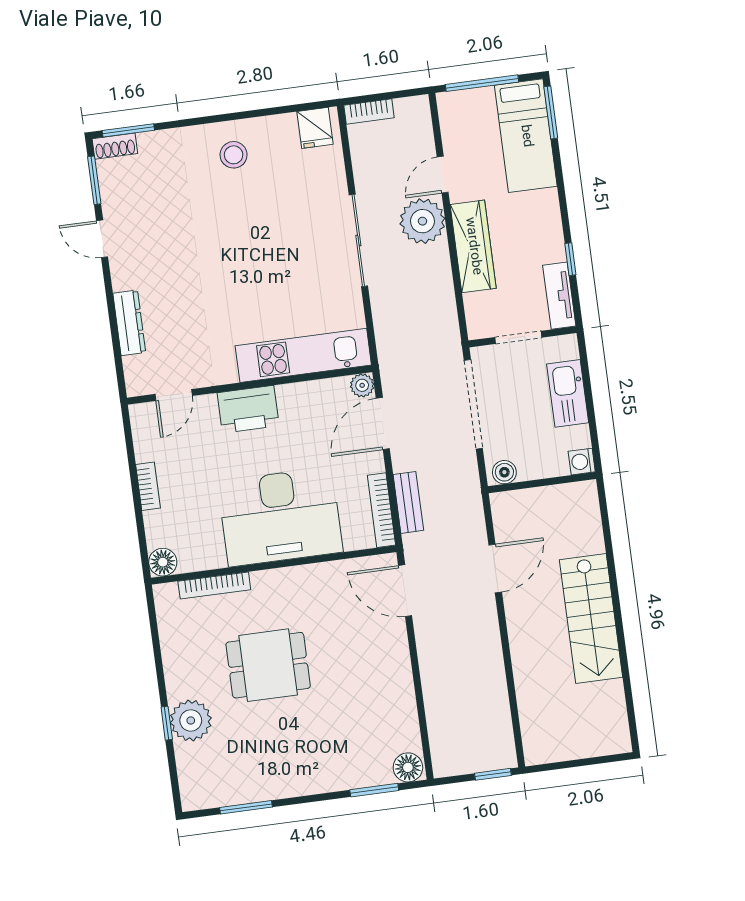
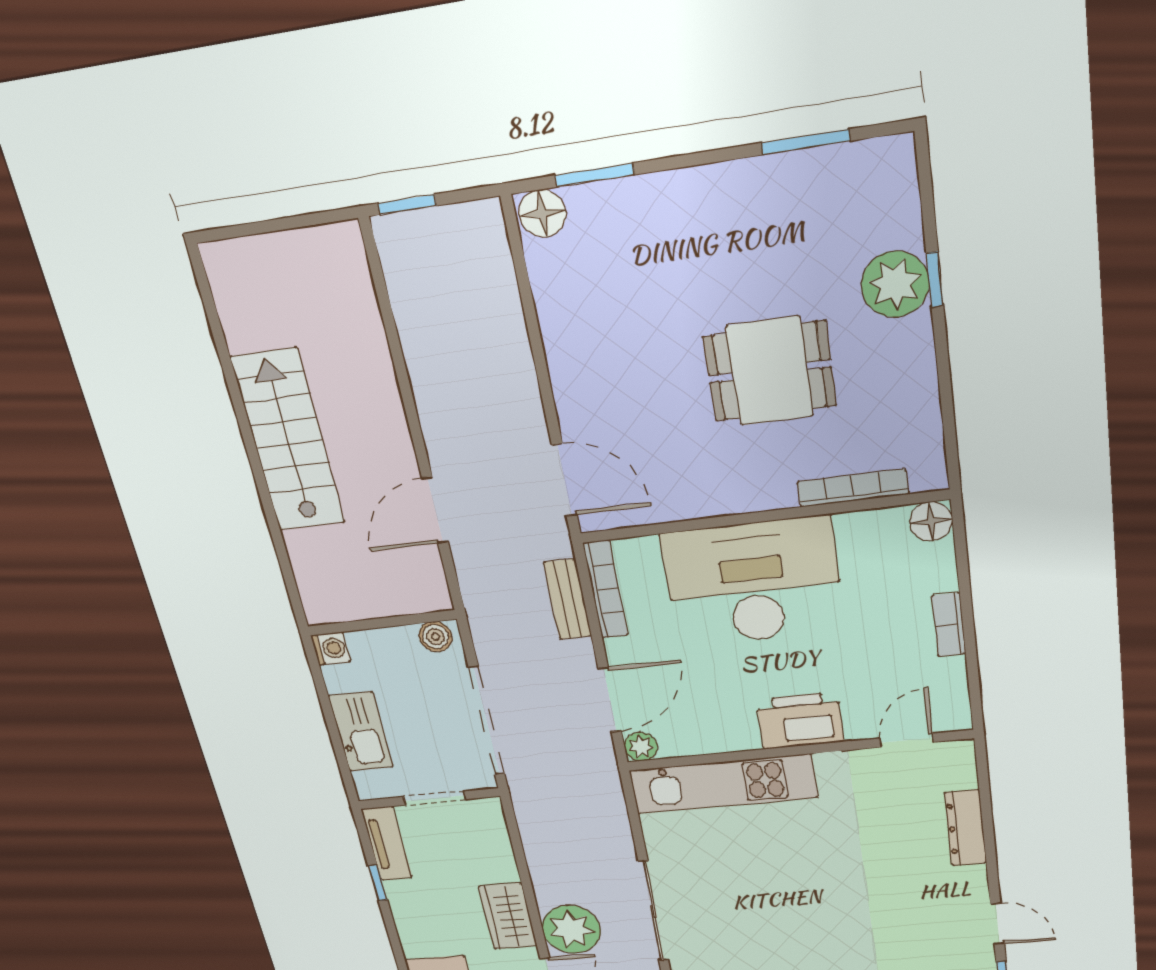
wardrobe: (473, 246) -> (508, 916), width x0.67

